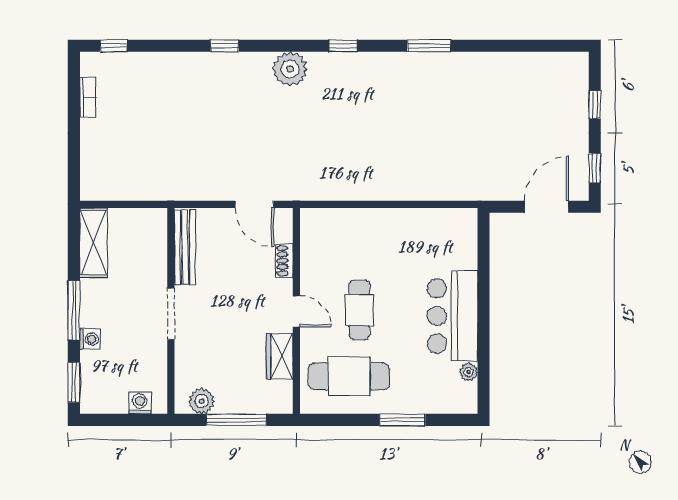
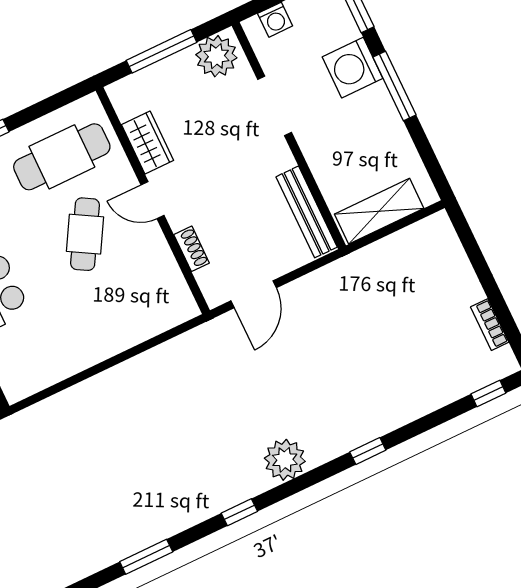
door: (254, 204) -> (254, 294), swing flipped
shelving: (94, 243) -> (379, 211), moved, turned 90
cafe table: (359, 310) -> (85, 234), turned 30
doorway: (171, 314) -> (275, 106), moved
washing machine: (90, 339) -> (352, 68), width x1.89, depth x1.89
plant: (202, 401) -> (216, 56), width x1.36, depth x1.36

